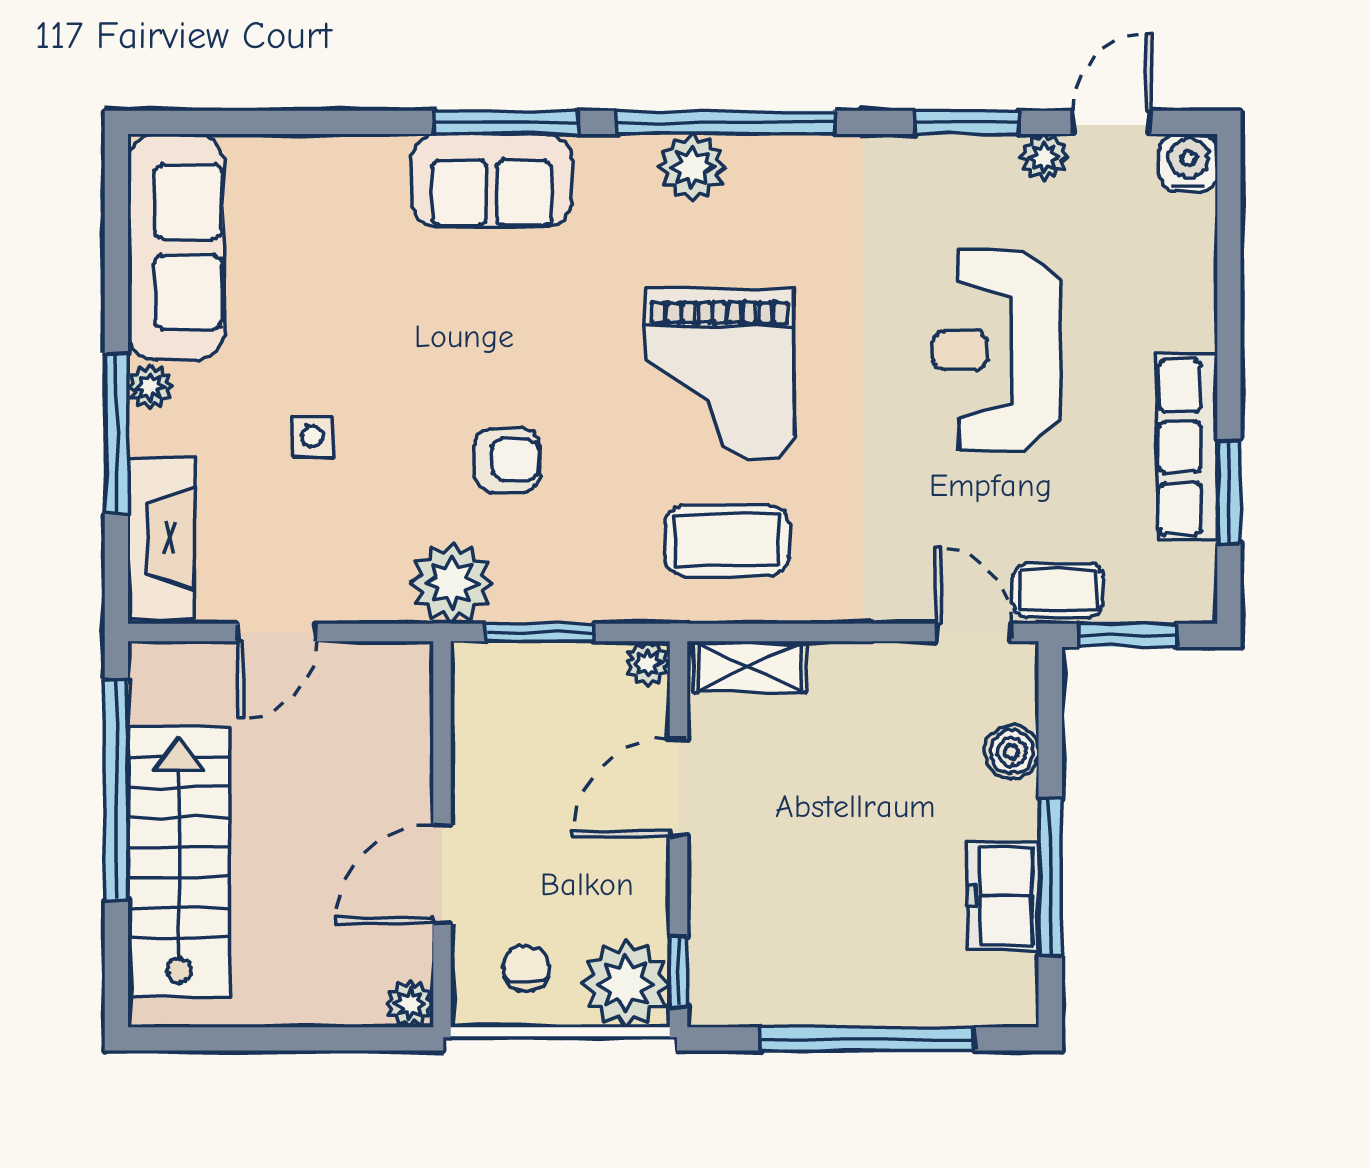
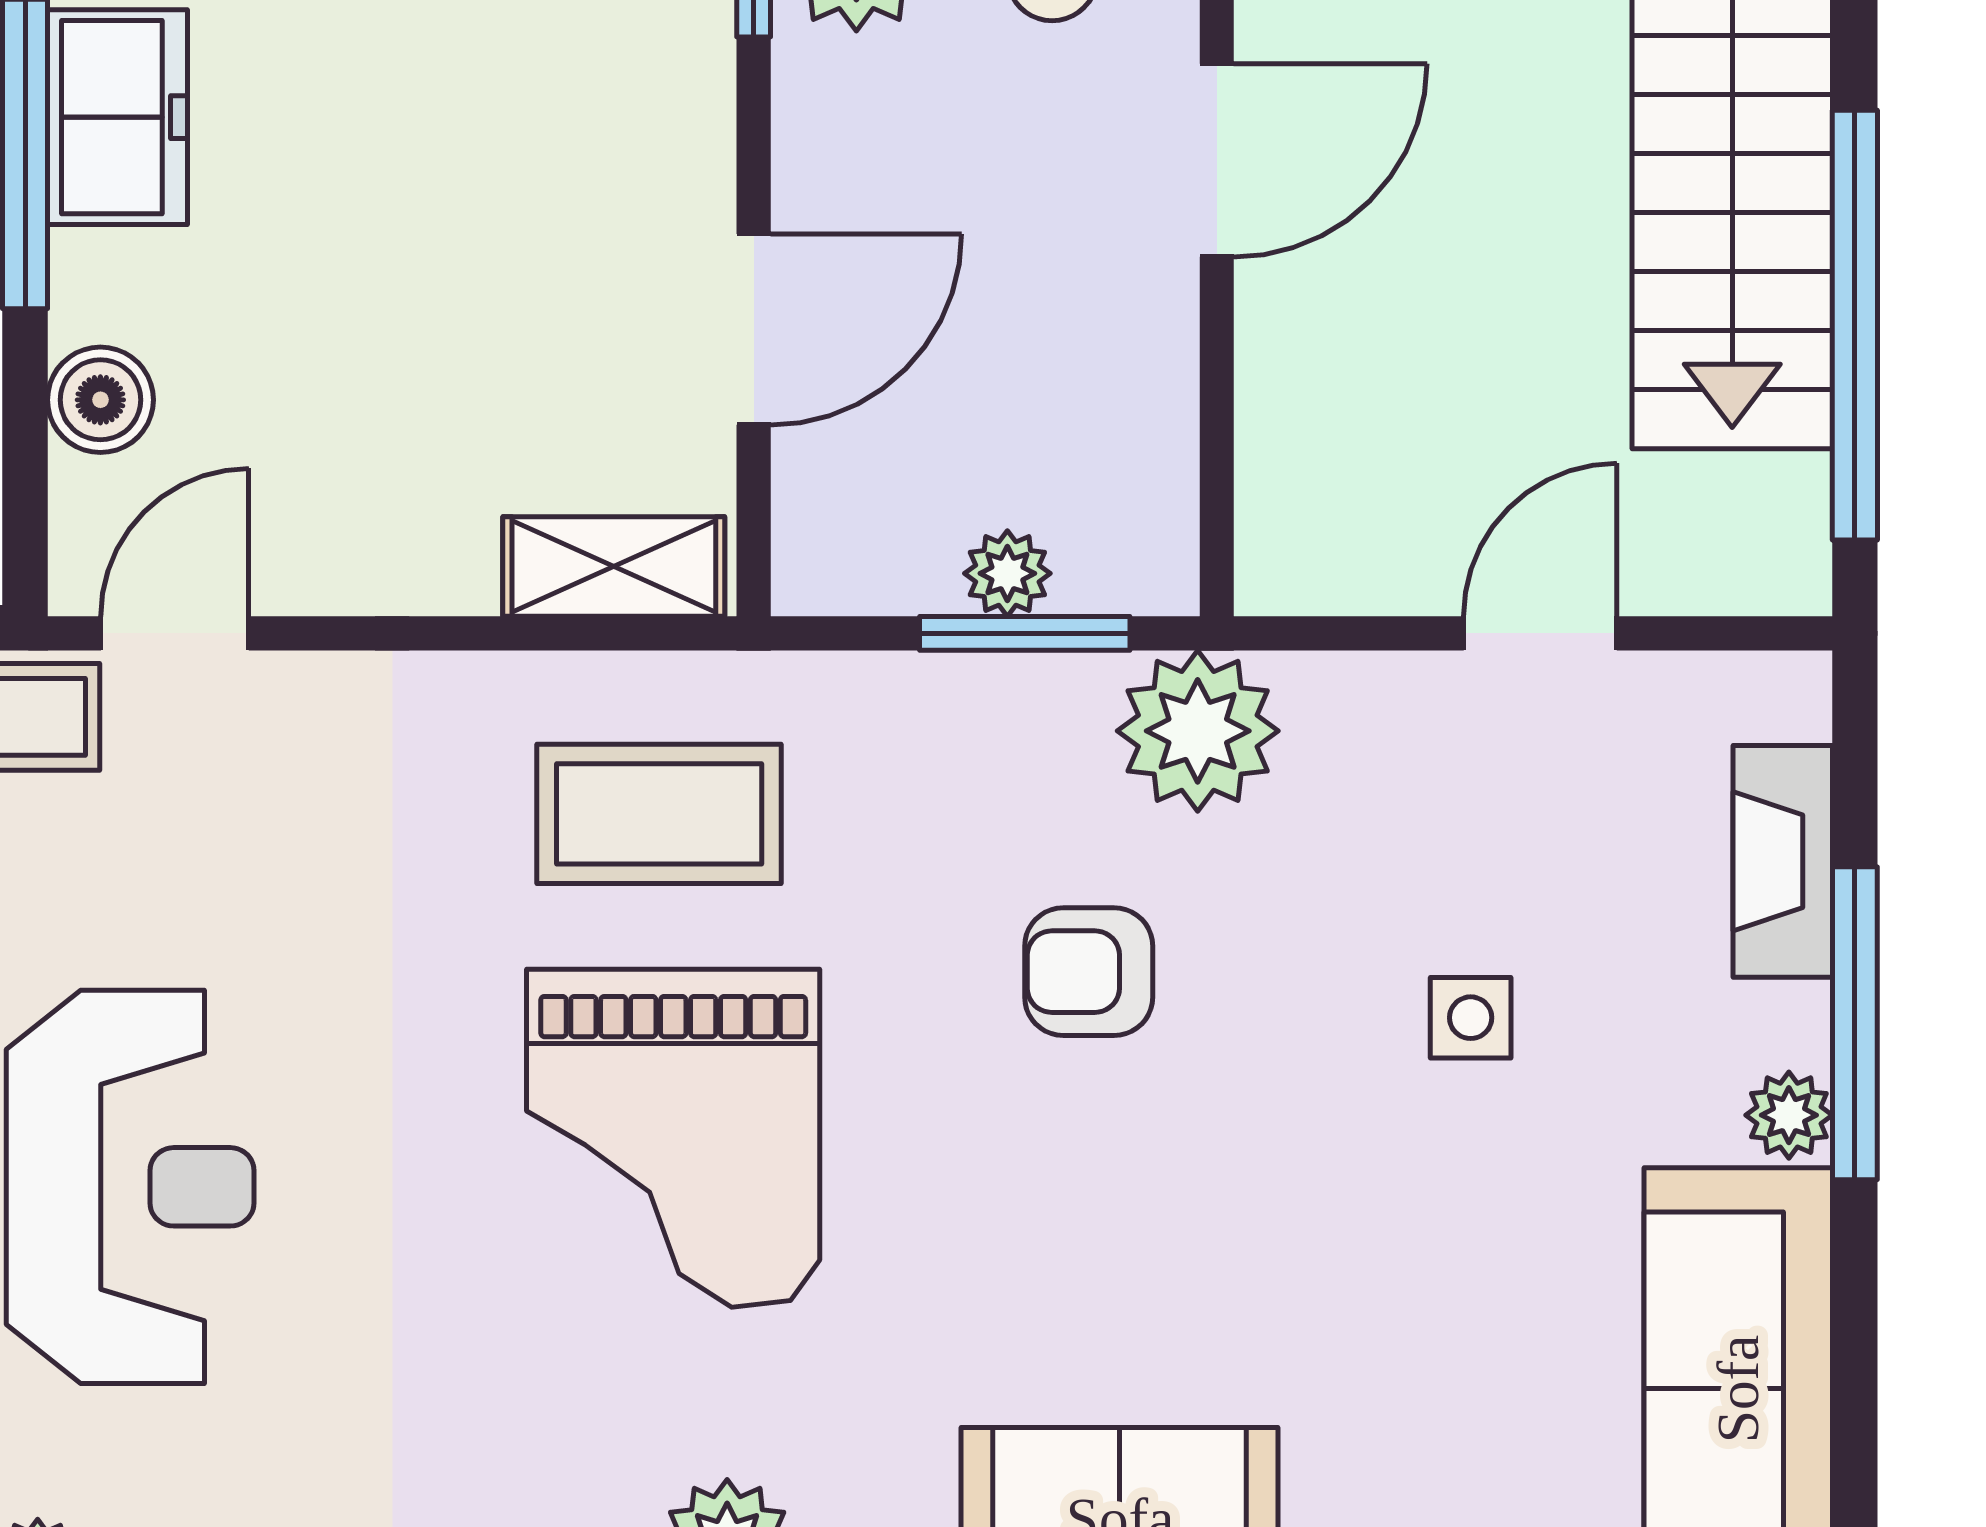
grand piano: (719, 375) -> (673, 1138), turned 180
fireplace: (161, 538) -> (1783, 861), width x0.73, depth x0.76
door: (974, 633) -> (175, 633), swing flipped
plant: (648, 663) -> (1007, 573), moved

